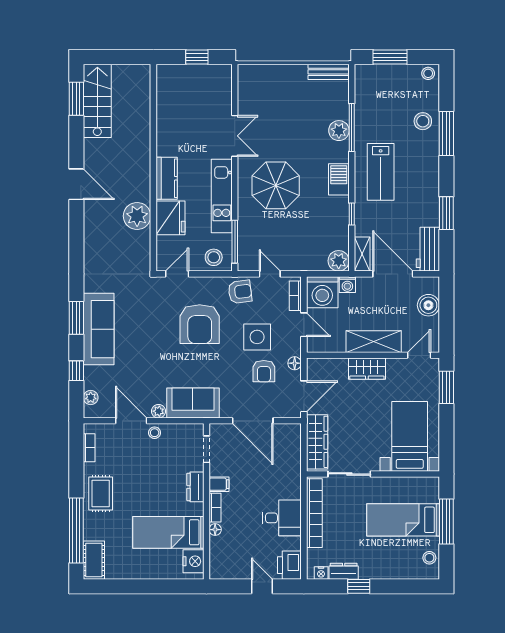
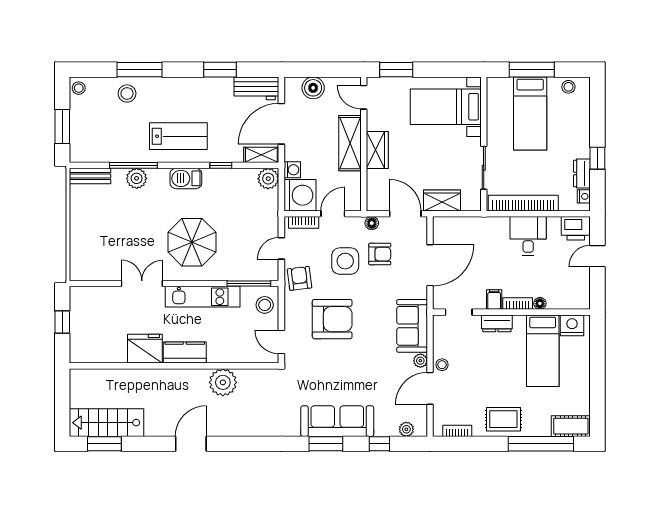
bench: (329, 72) -> (90, 176), moved, turned 90
fridge: (170, 218) -> (145, 349), moved
wardrobe: (317, 442) -> (442, 200), width x0.67

